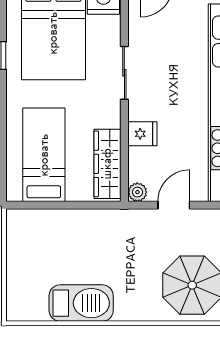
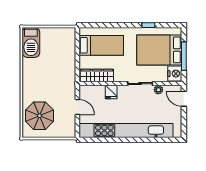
plant: (137, 192) -> (158, 90), moved
barbecue: (81, 303) -> (31, 42), moved

